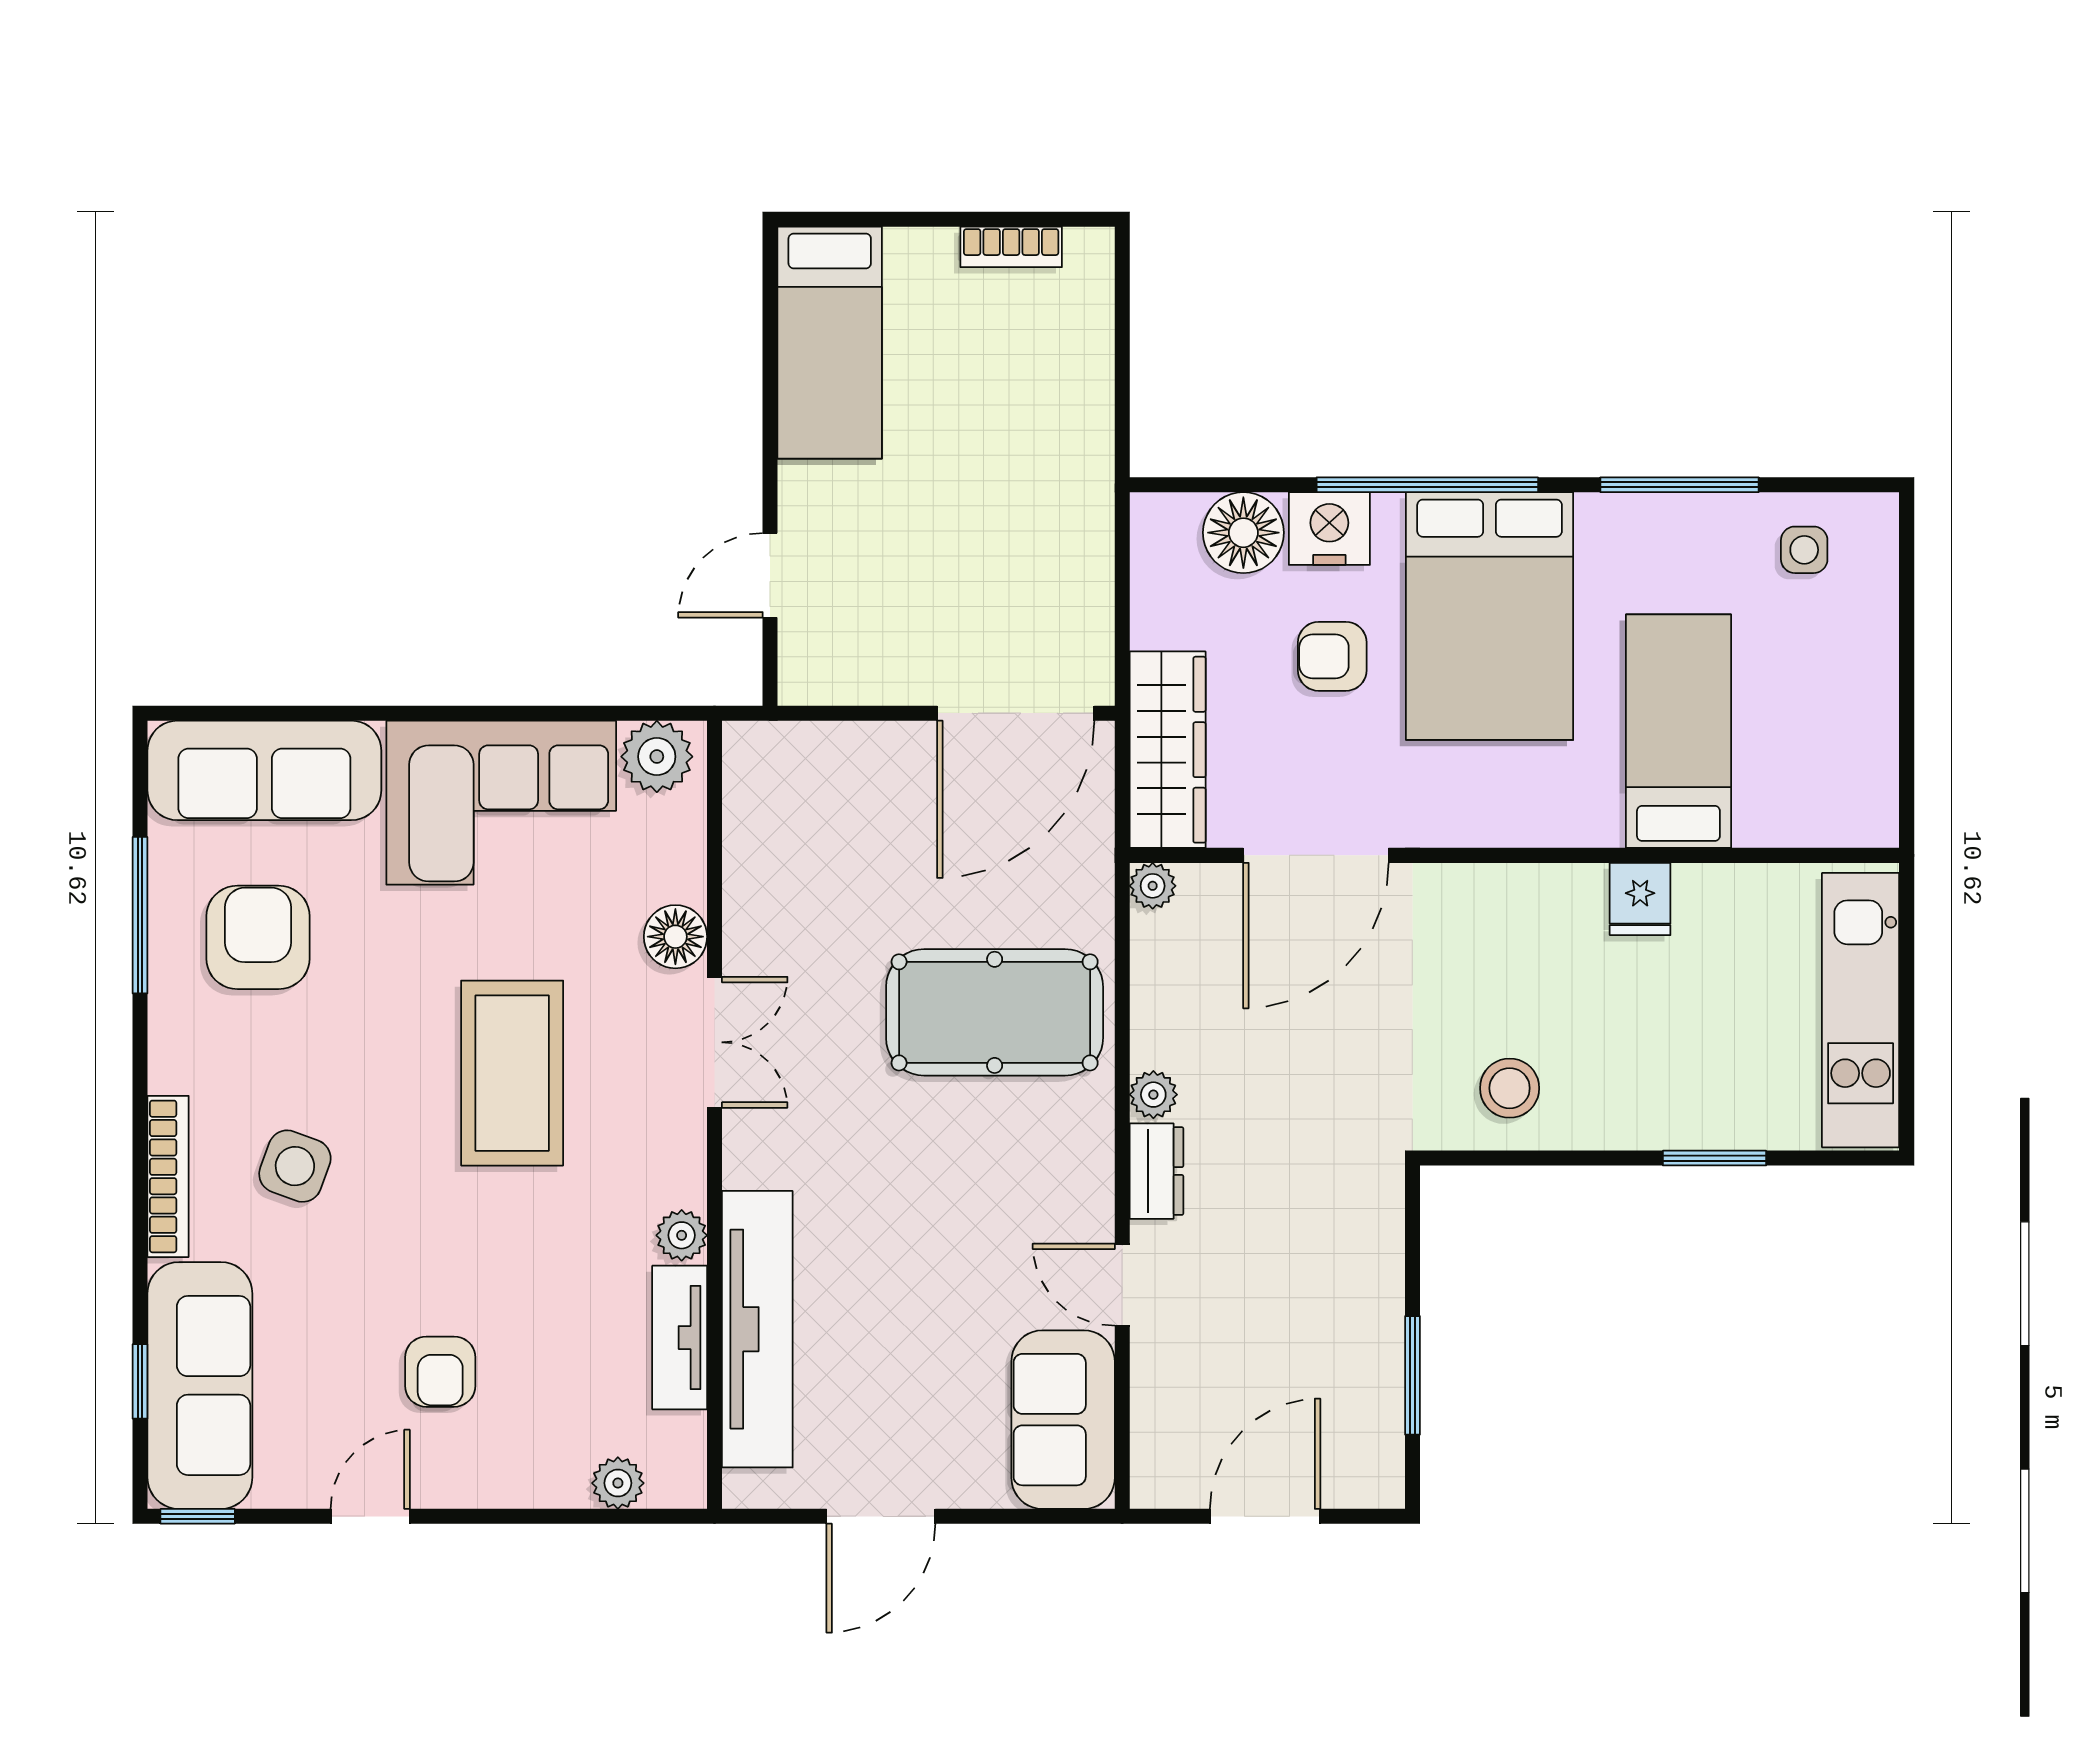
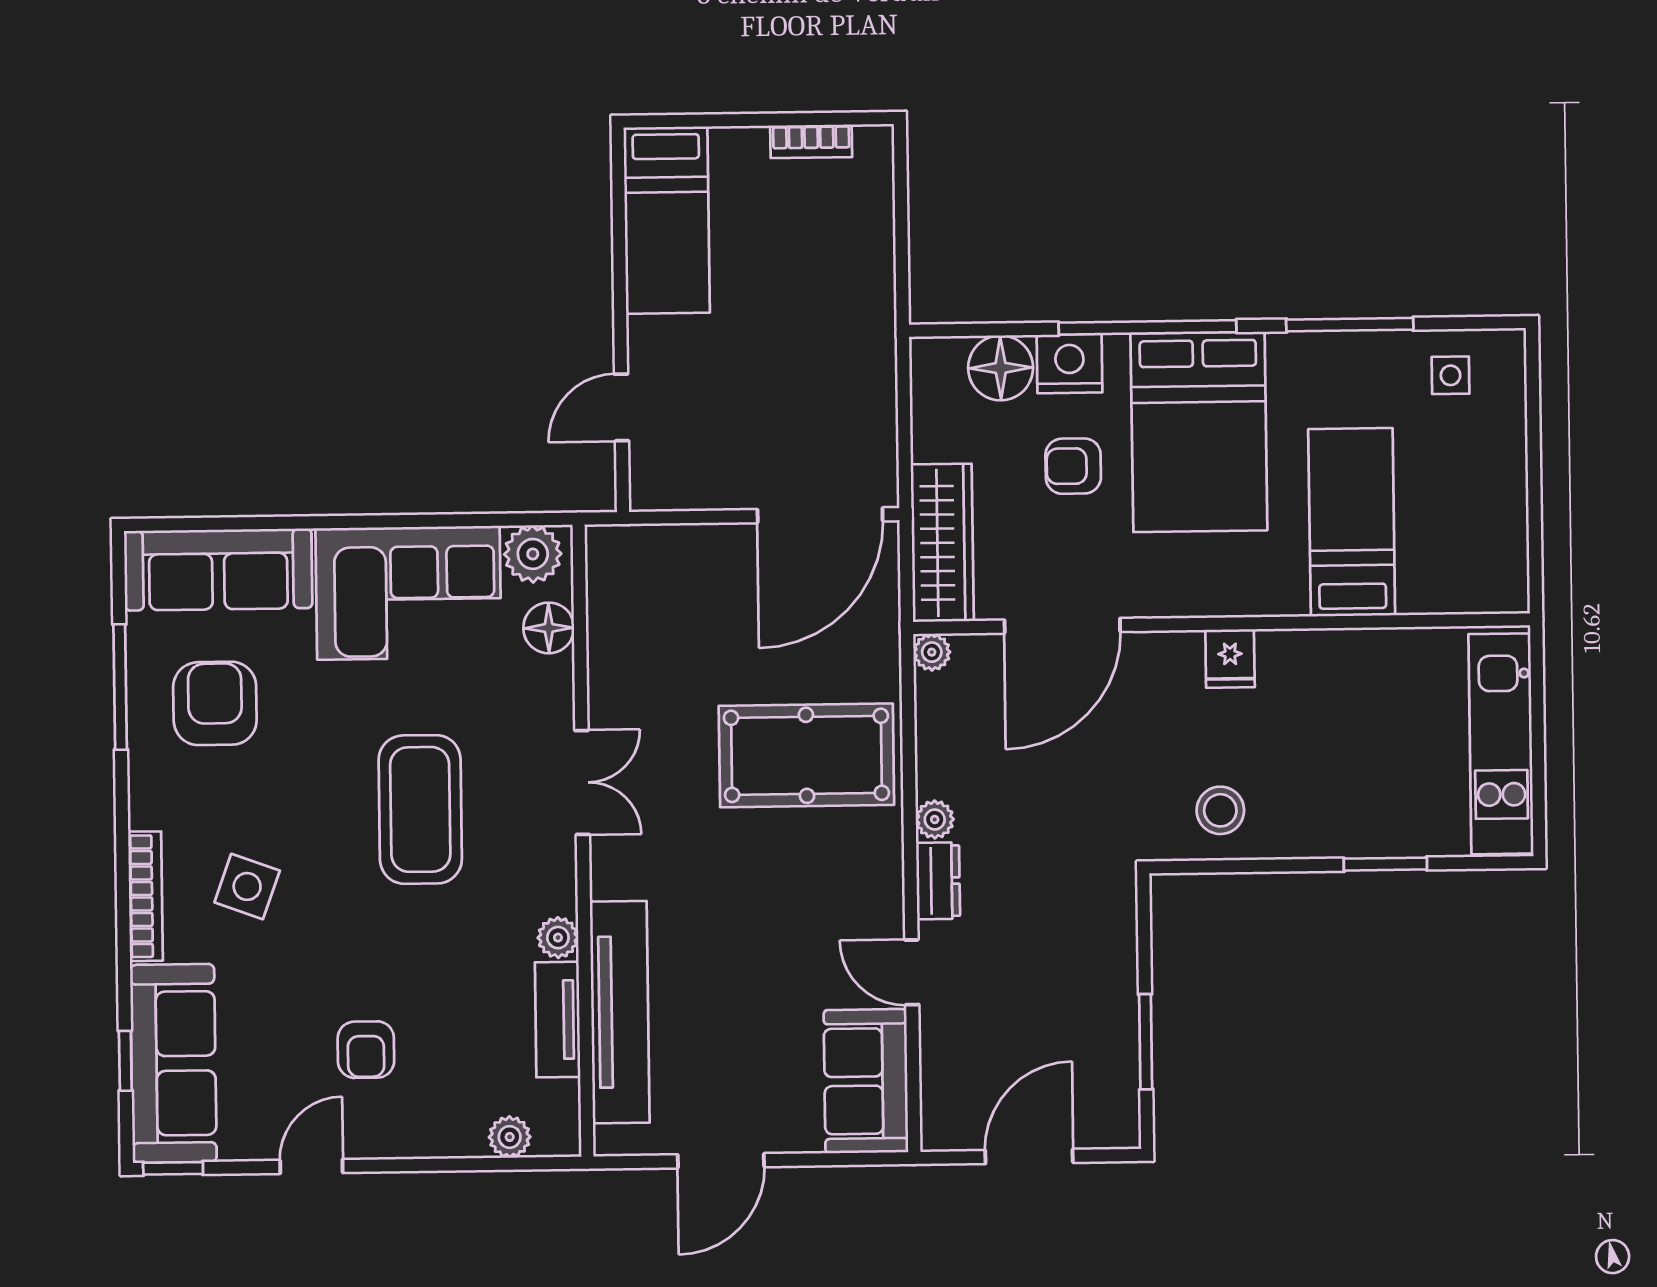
fridge: (1640, 899) -> (1230, 658), moved
floor lamp: (675, 937) -> (549, 628), moved

